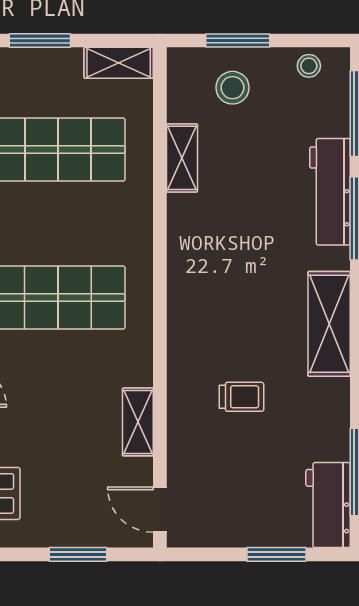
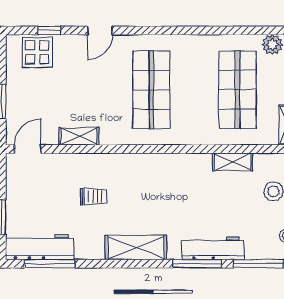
trolley: (241, 397) -> (93, 197), turned -90
workbench: (328, 505) -> (40, 247), width x1.37

